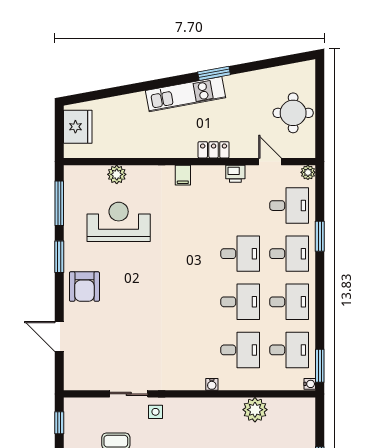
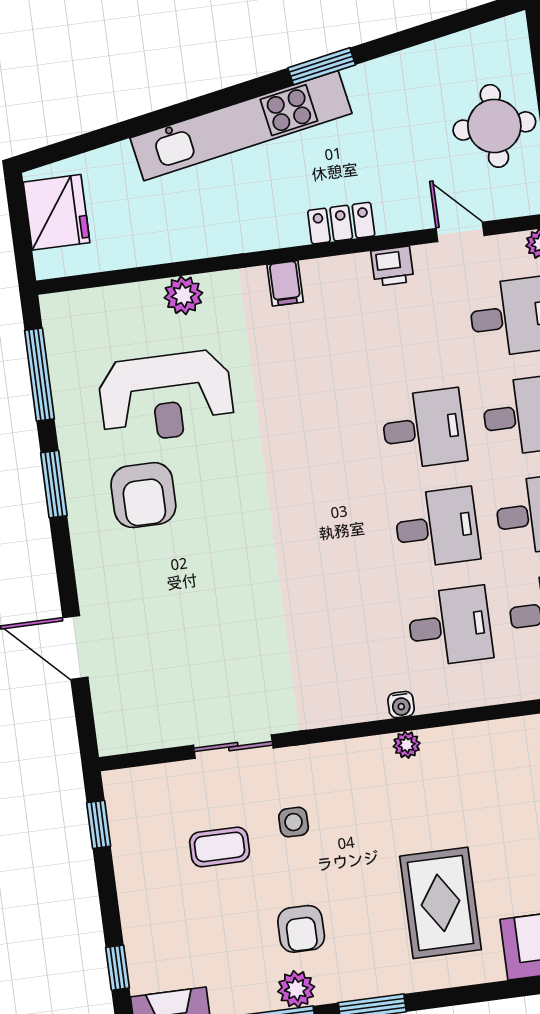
kitchen unit: (186, 94) -> (241, 126), width x1.36
plant: (117, 174) -> (183, 295), moved
reception desk: (119, 222) -> (166, 397), turned 180
armchair: (84, 287) -> (143, 495), moved
plant: (255, 410) -> (407, 745), moved, width x0.53, depth x0.53
side table: (155, 412) -> (294, 822), moved

